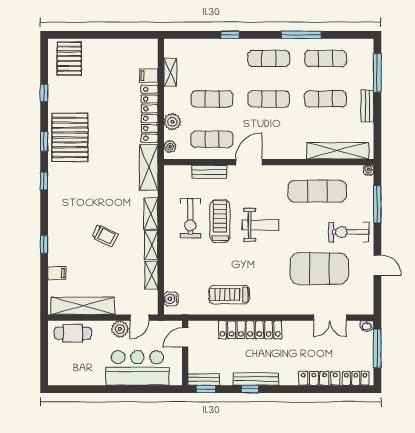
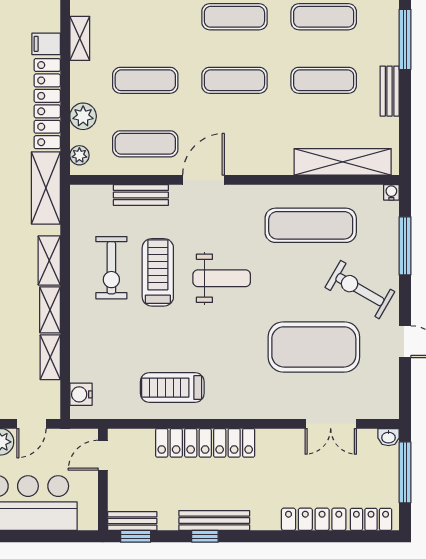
exercise bike: (349, 232) -> (360, 290), turned 30

